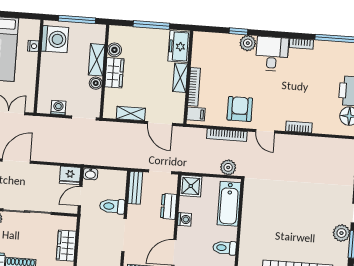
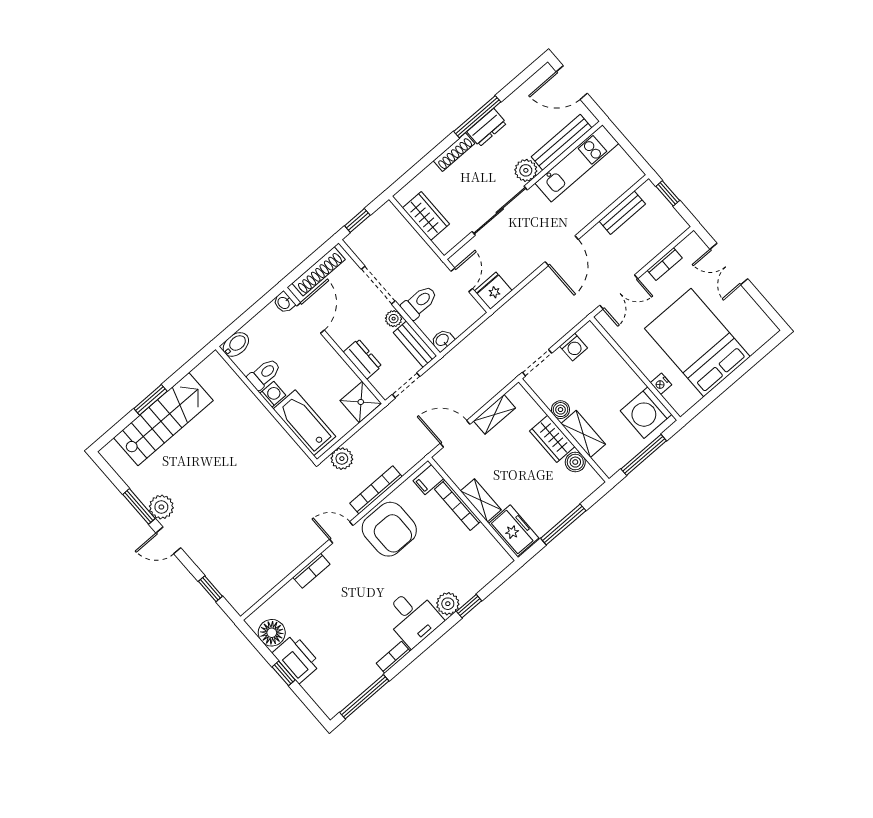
armchair: (240, 109) -> (389, 529), width x1.36, depth x1.36
washbasin: (90, 174) -> (442, 340), moved
plant: (133, 211) -> (394, 319), added
washing machine: (184, 219) -> (273, 394), moved, turned 180

